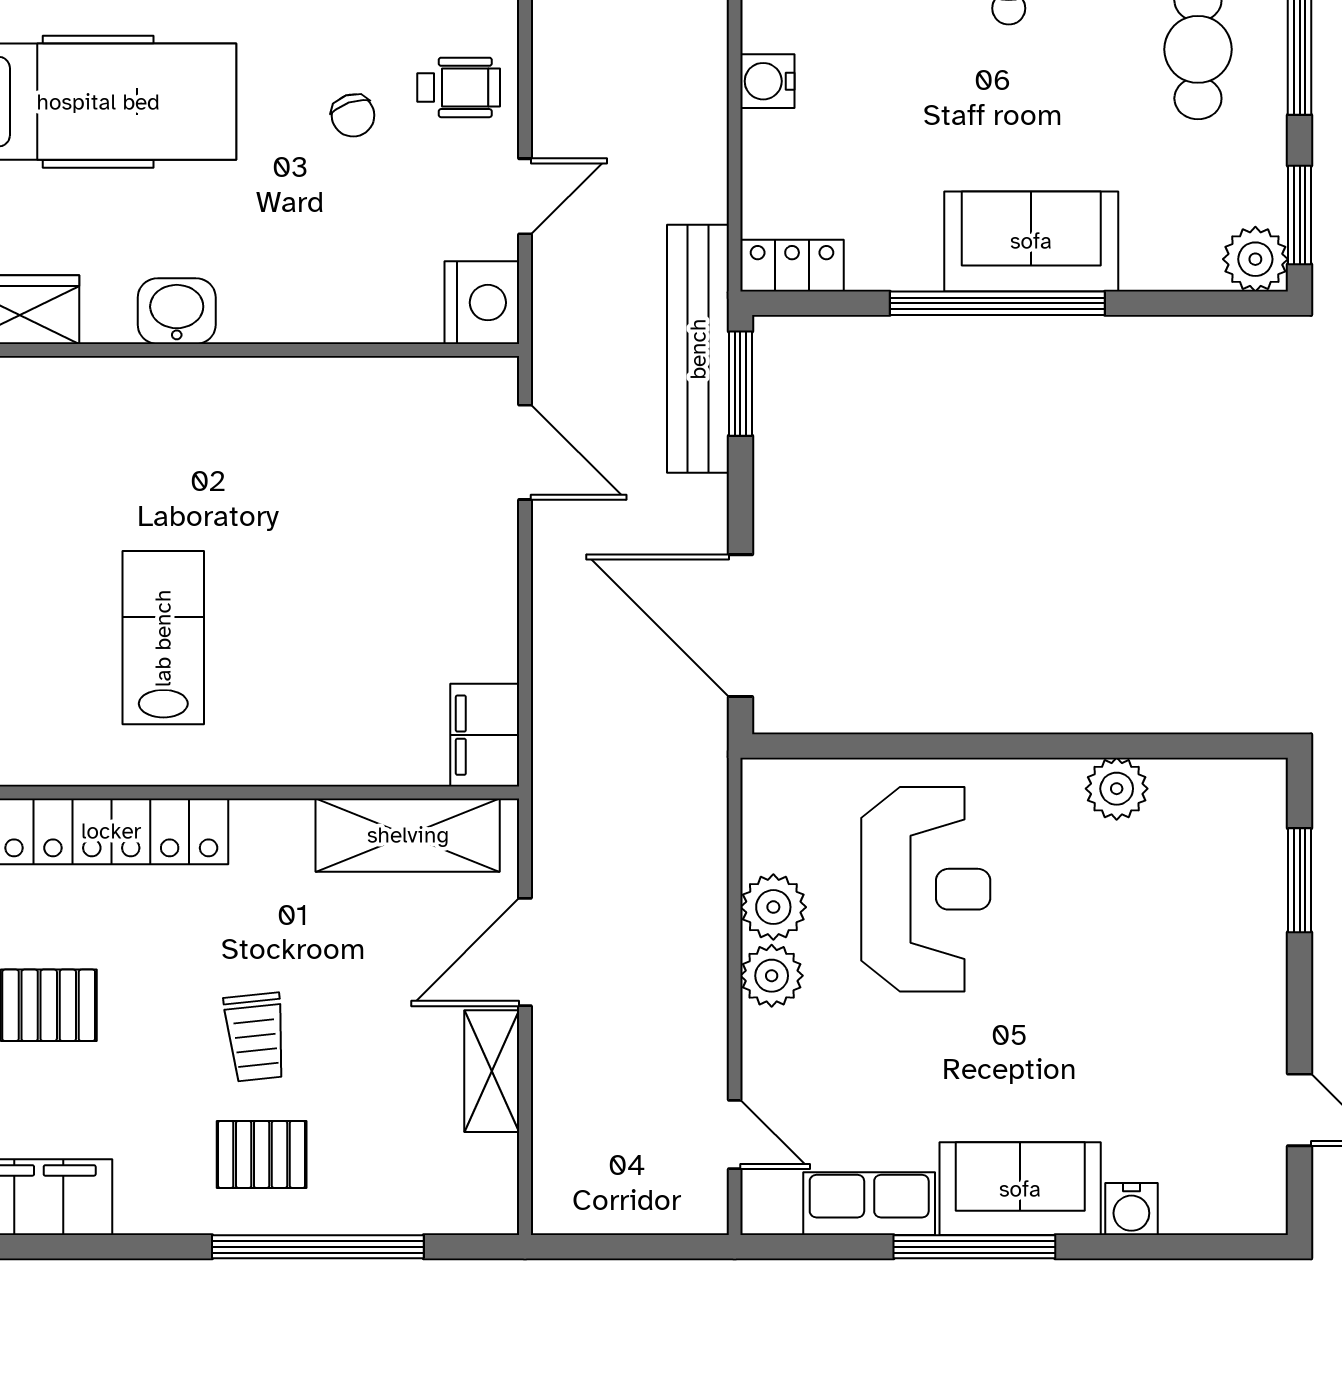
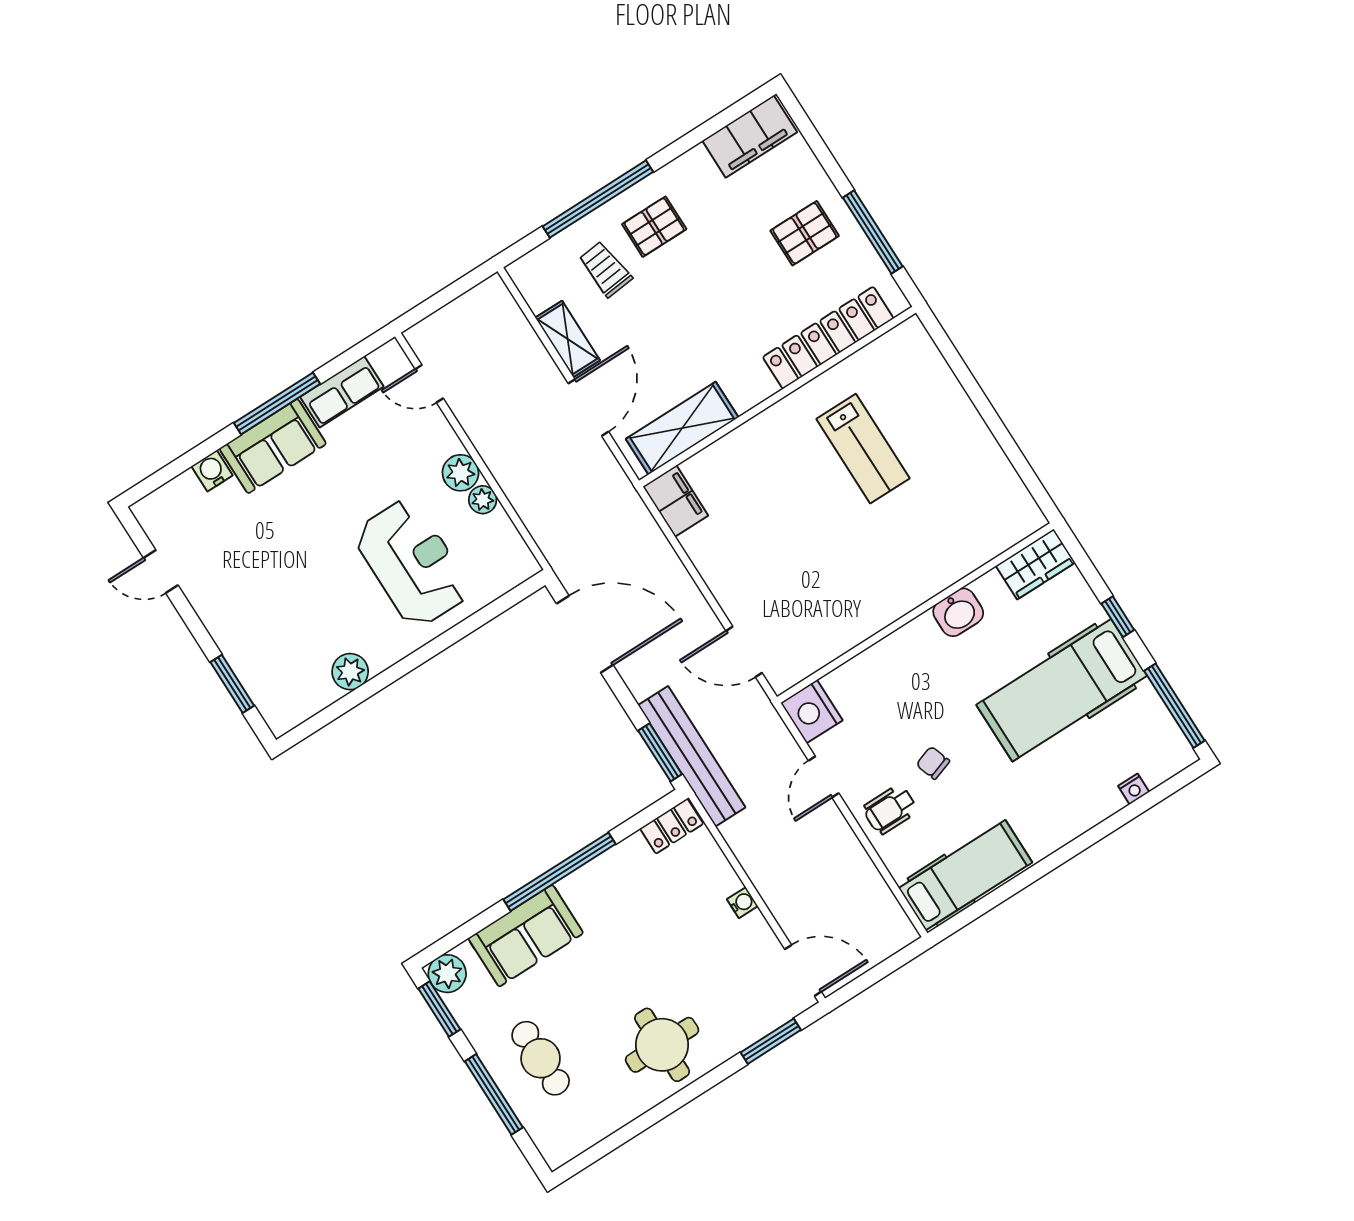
water cooler: (767, 81) -> (742, 903), width x0.72, depth x0.72
sofa: (1031, 241) -> (526, 936), moved
reception desk: (926, 889) -> (412, 563), turned 180
plant: (773, 907) -> (483, 500), width x0.73, depth x0.73
trolley: (255, 1037) -> (605, 269), moved

